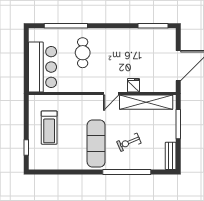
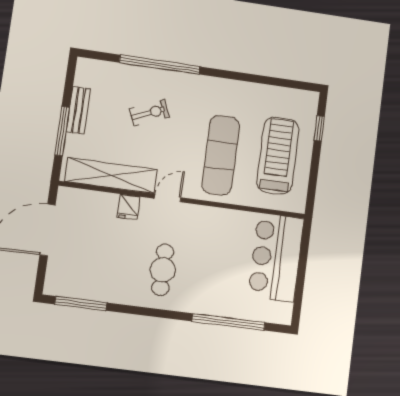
cafe table: (83, 53) -> (163, 270), moved
treadmill: (49, 128) -> (278, 156), width x1.37, depth x1.38
exercise mat: (96, 144) -> (221, 155), moved
bench: (171, 156) -> (78, 110), moved

